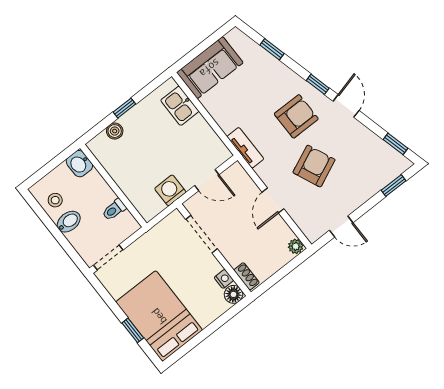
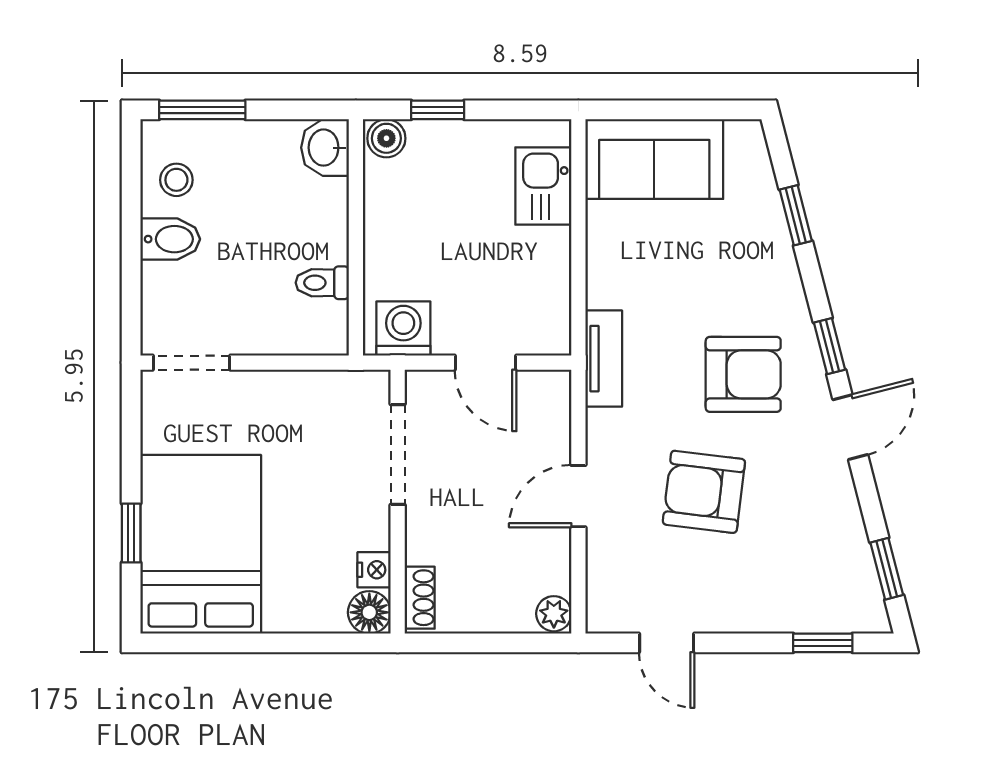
washbasin: (79, 164) -> (325, 148), moved
armchair: (314, 166) -> (704, 492), turned -149
window: (45, 170) -> (202, 110), added
wall: (113, 186) -> (356, 237), moved
toilet: (114, 210) -> (322, 283), moved

